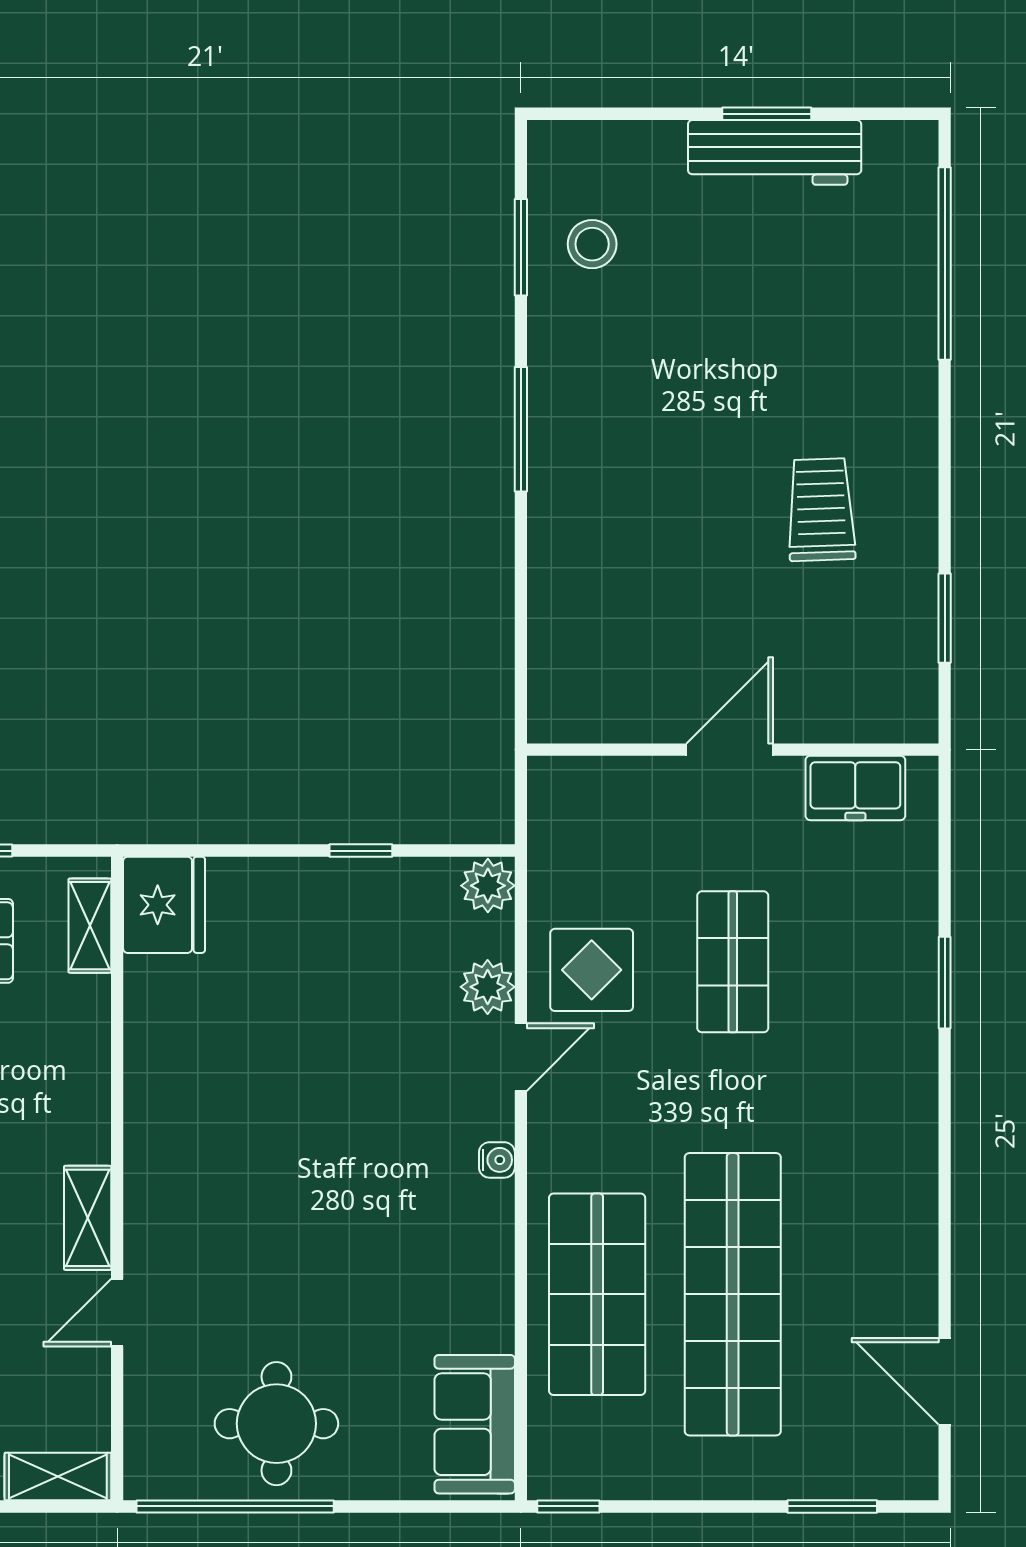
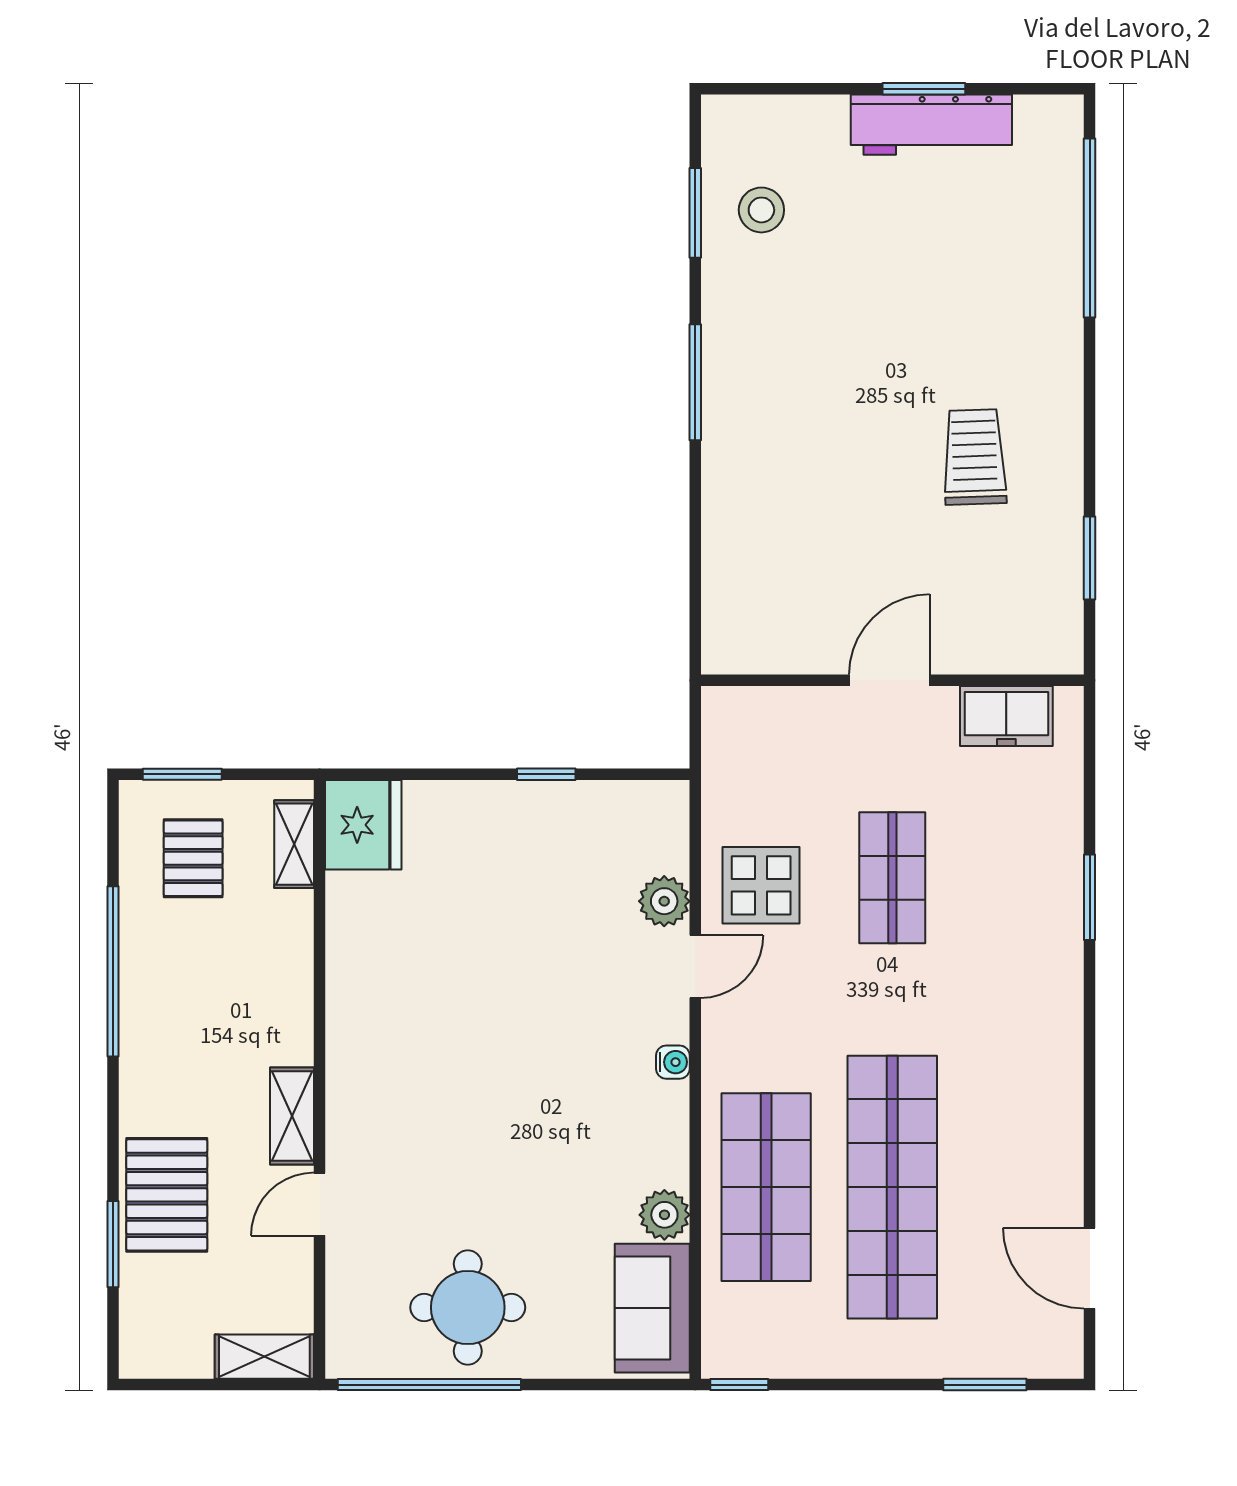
plant: (488, 886) -> (664, 1215), moved

